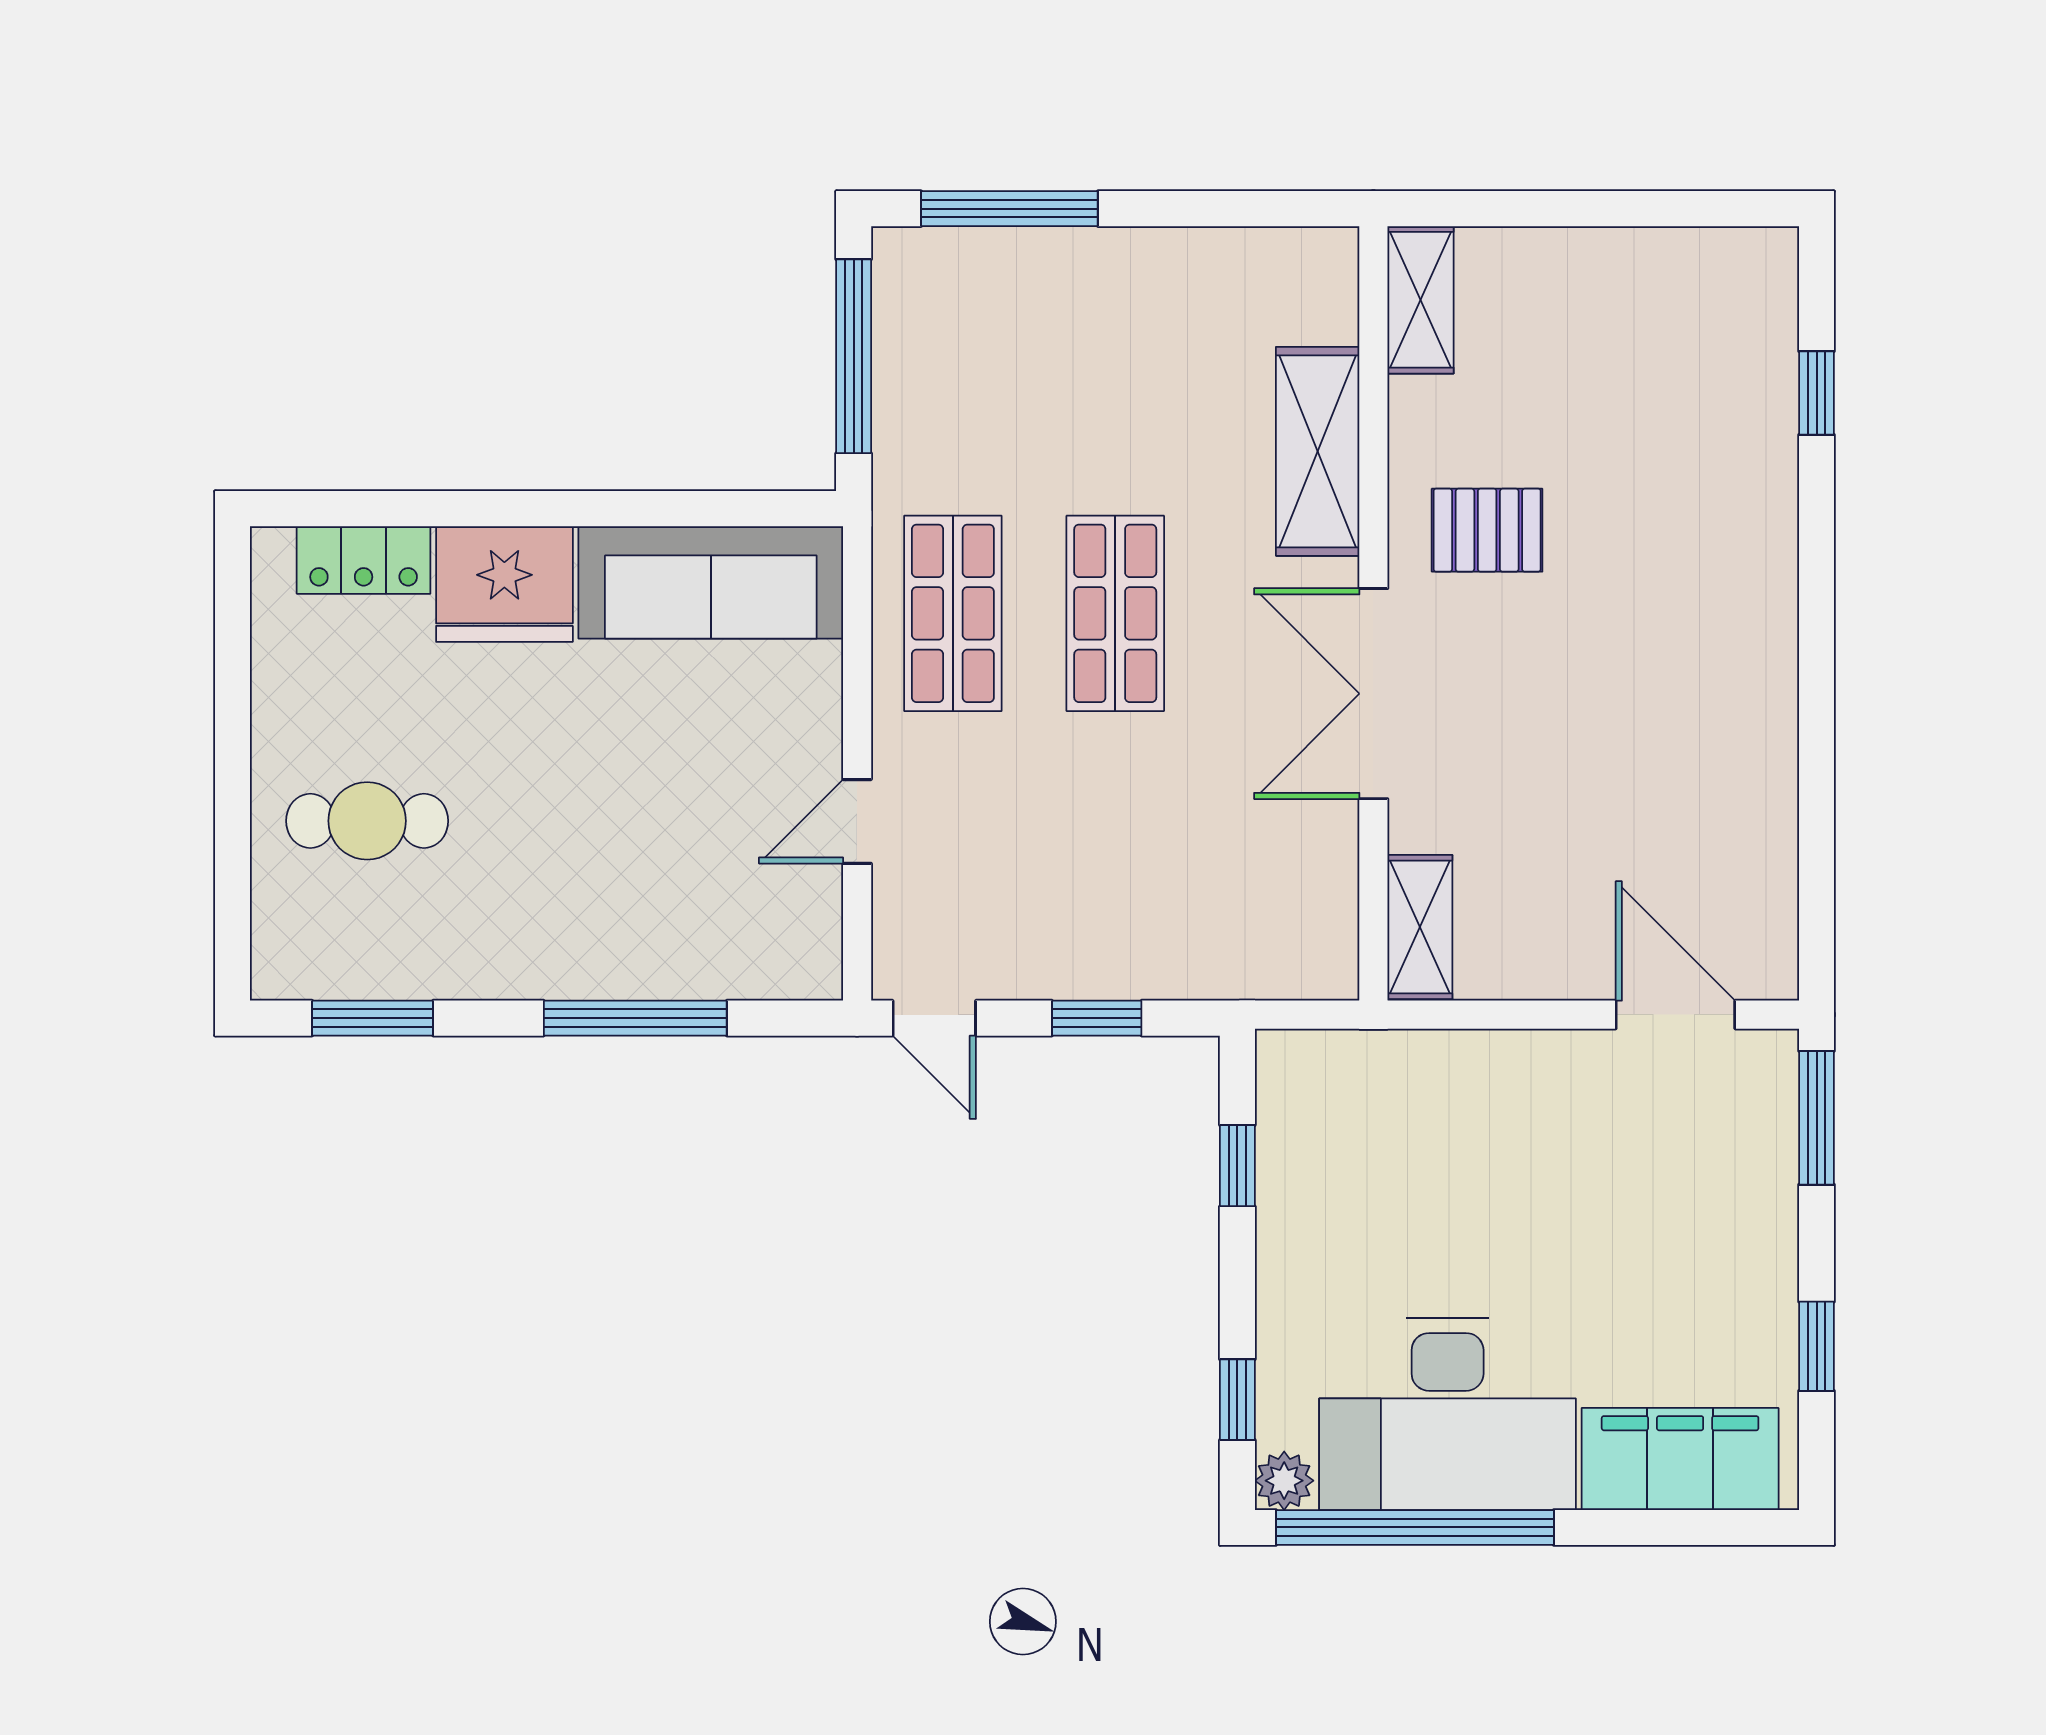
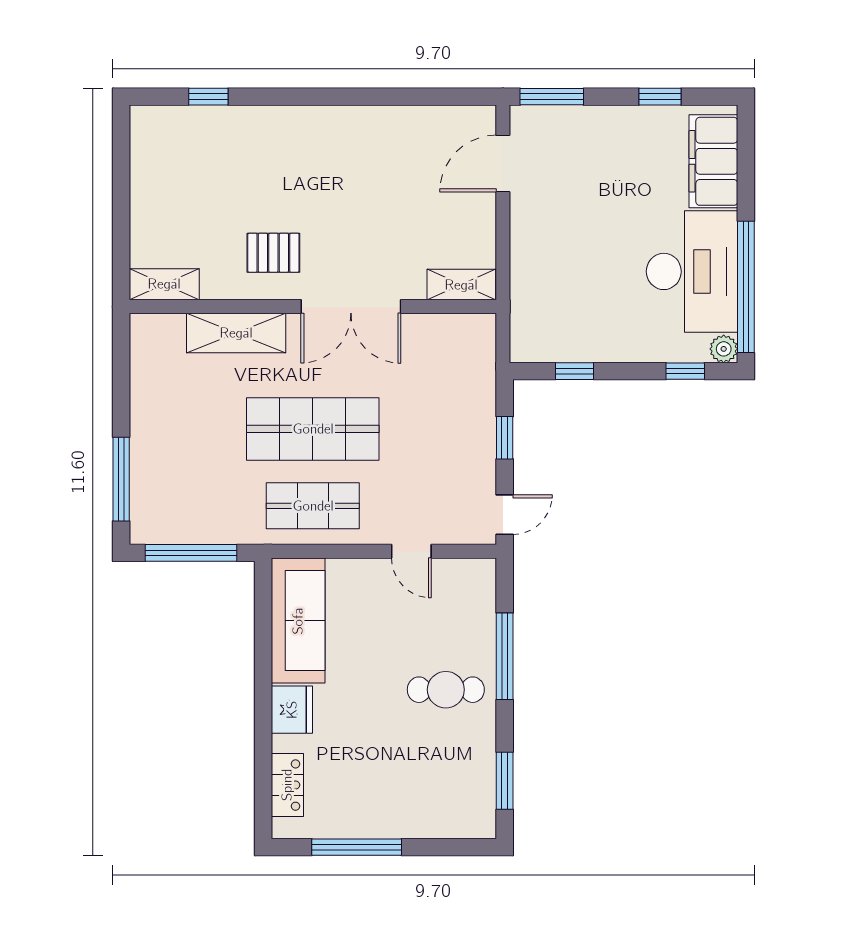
pallet: (1487, 530) -> (273, 253), turned 90
fridge: (504, 584) -> (292, 710), width x0.73, depth x0.75
shop shelf: (1115, 613) -> (313, 429), width x1.43, depth x1.36
window: (233, 706) -> (357, 847), added
cafe table: (367, 821) -> (446, 690), moved, turned 90

